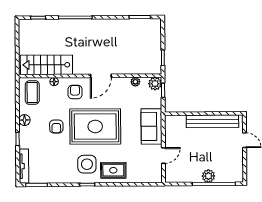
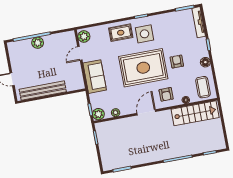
plant: (155, 174) -> (84, 36), added

